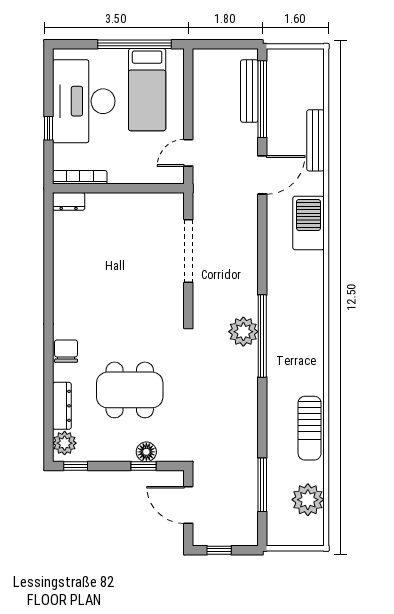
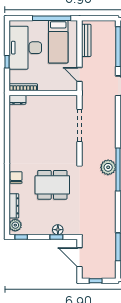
bench: (249, 91) -> (86, 40), moved
door: (188, 153) -> (80, 74), hinge flipped
dining table: (130, 390) -> (52, 185), moved

